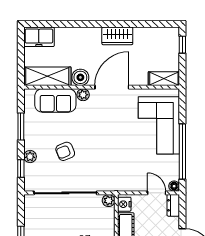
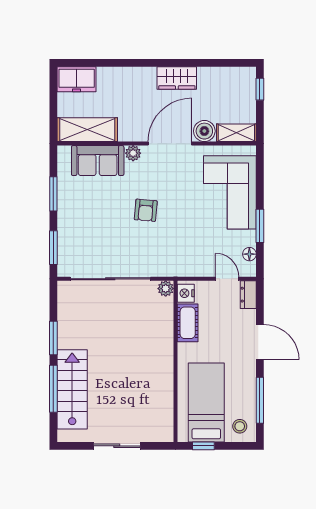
boiler: (80, 77) -> (204, 131), moved
armchair: (65, 151) -> (146, 210), moved, turned -63
window: (182, 152) -> (260, 226), width x0.47
plant: (30, 156) -> (65, 232), removed
window: (21, 168) -> (53, 248), width x1.50
floor lamp: (174, 186) -> (249, 254), moved

